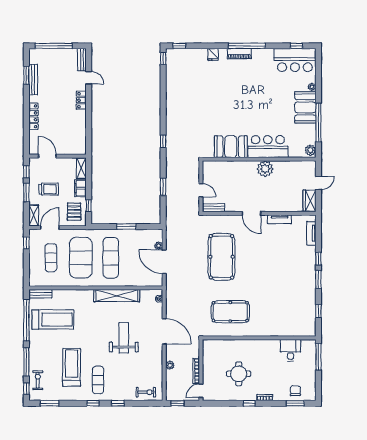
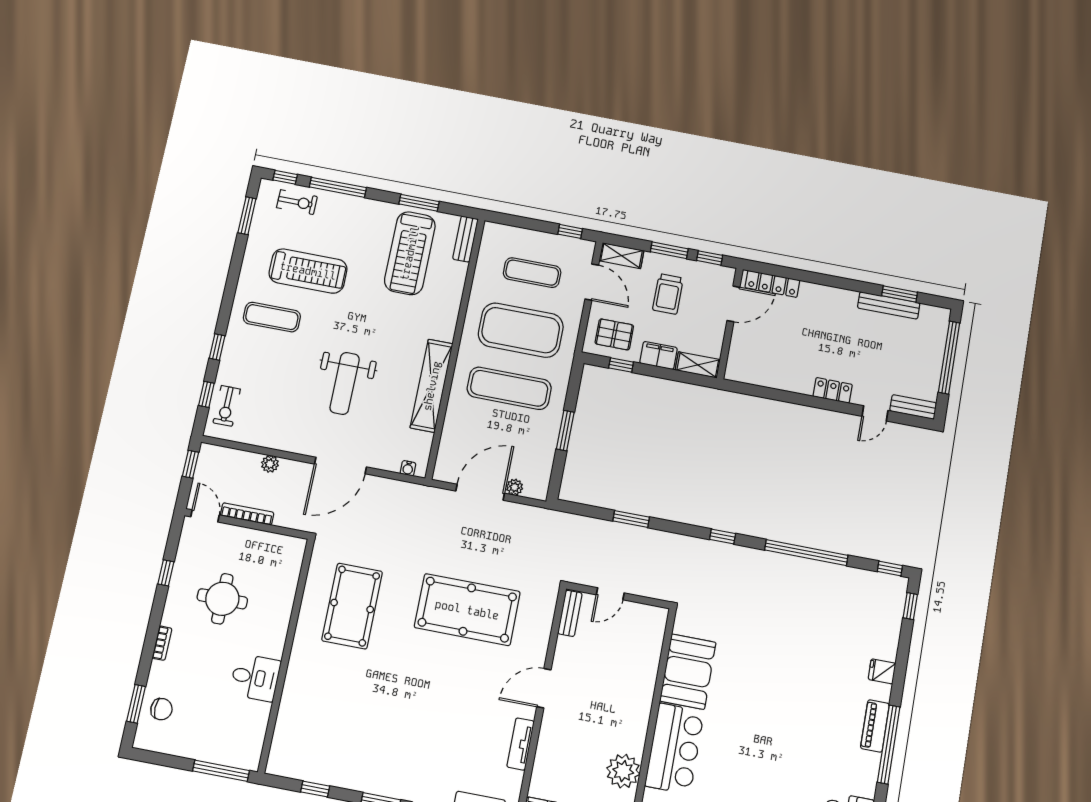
window: (163, 100) -> (806, 553), added
locker: (33, 116) -> (772, 284), moved
plant: (265, 169) -> (623, 771), moved
window: (26, 320) -> (419, 203), width x0.47
weight bench: (124, 338) -> (345, 383), turned 90
desk: (290, 350) -> (255, 678), moved
window: (93, 403) -> (206, 394), moved
window: (249, 403) -> (166, 573), moved

